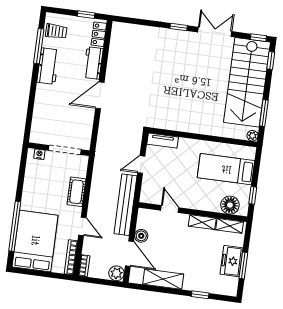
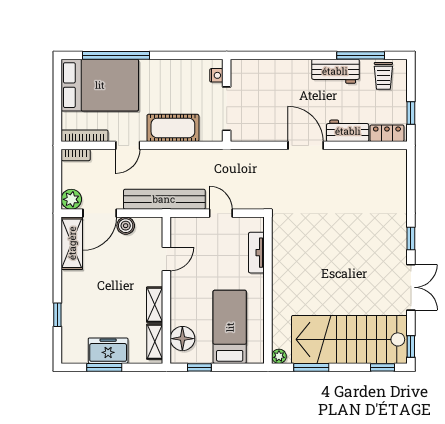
tv unit: (163, 141) -> (256, 253), moved
cot: (76, 192) -> (173, 128), width x1.37, depth x1.34
shelving: (163, 279) -> (72, 243), moved

